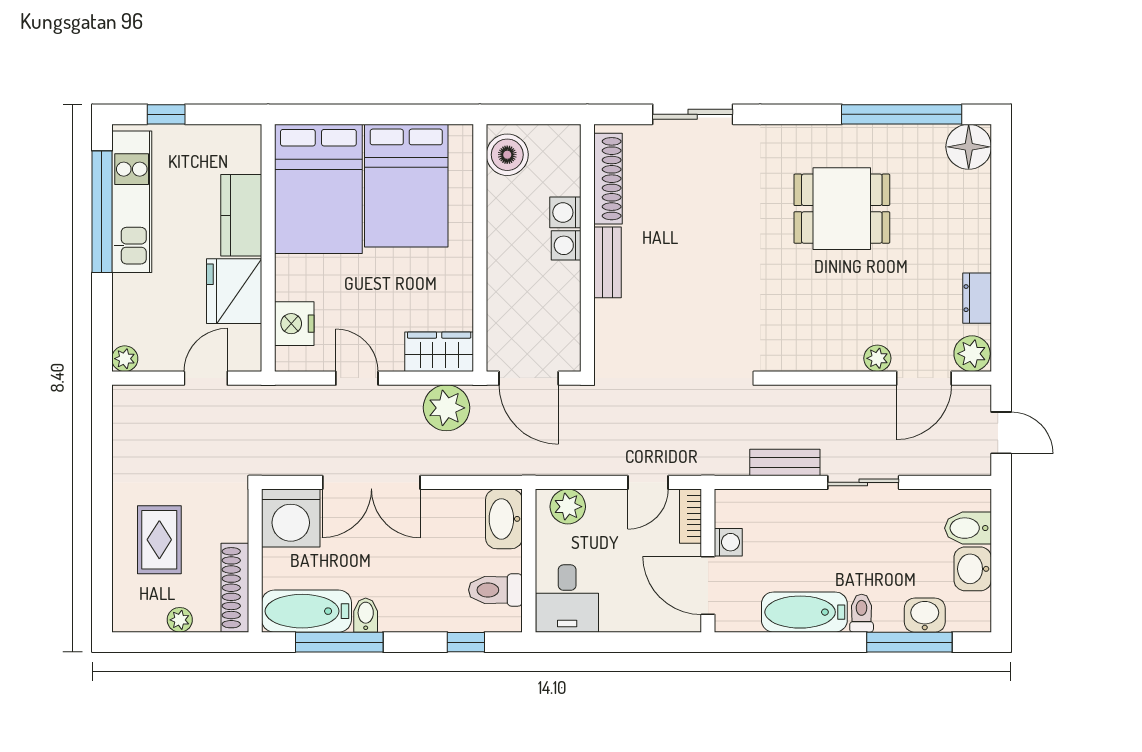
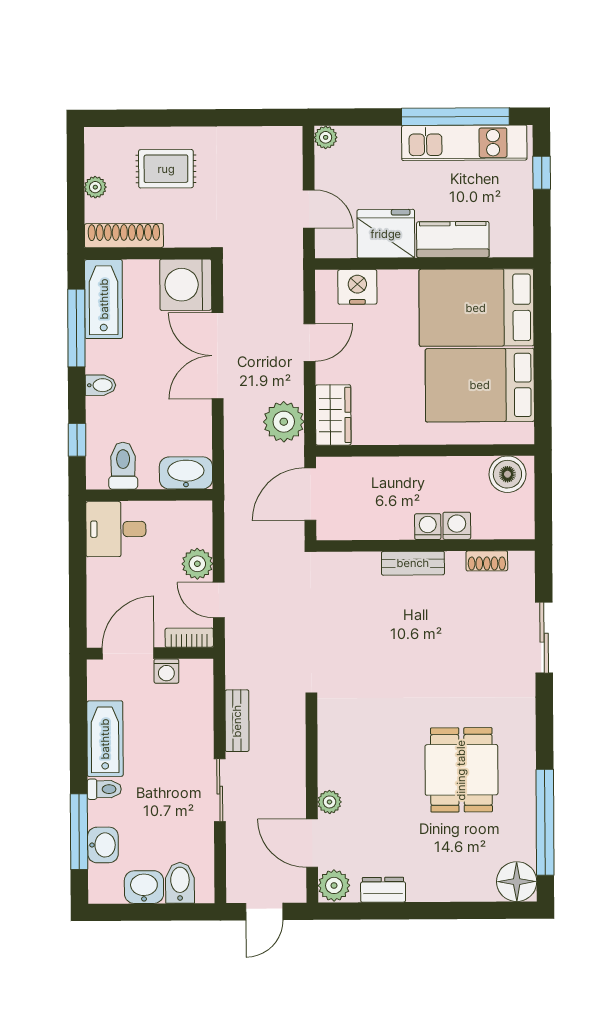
shoe rack: (608, 179) -> (487, 561), width x0.51, depth x0.81
plant: (568, 507) -> (197, 564), moved
bidet: (366, 615) -> (101, 385), moved

